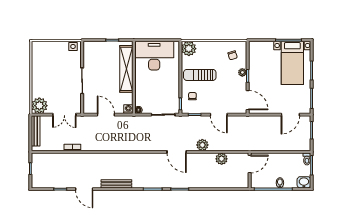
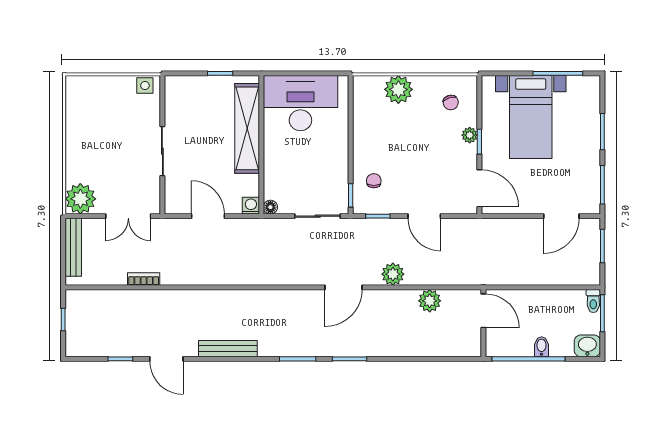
plant: (189, 49) -> (398, 89), moved
bed with nightstands: (292, 63) -> (531, 117), moved
sun lounger: (200, 75) -> (388, 140), removed
door: (177, 152) -> (343, 287), hinge flipped
door: (250, 164) -> (483, 311), hinge flipped

